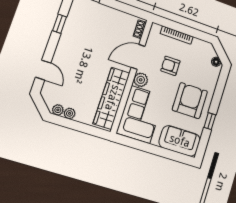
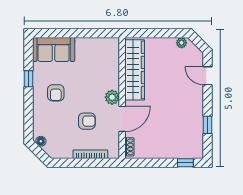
armchair: (190, 101) -> (56, 93), width x0.53, depth x0.53
plant: (70, 113) -> (170, 43), removed
corner sofa: (141, 115) -> (101, 63), removed

